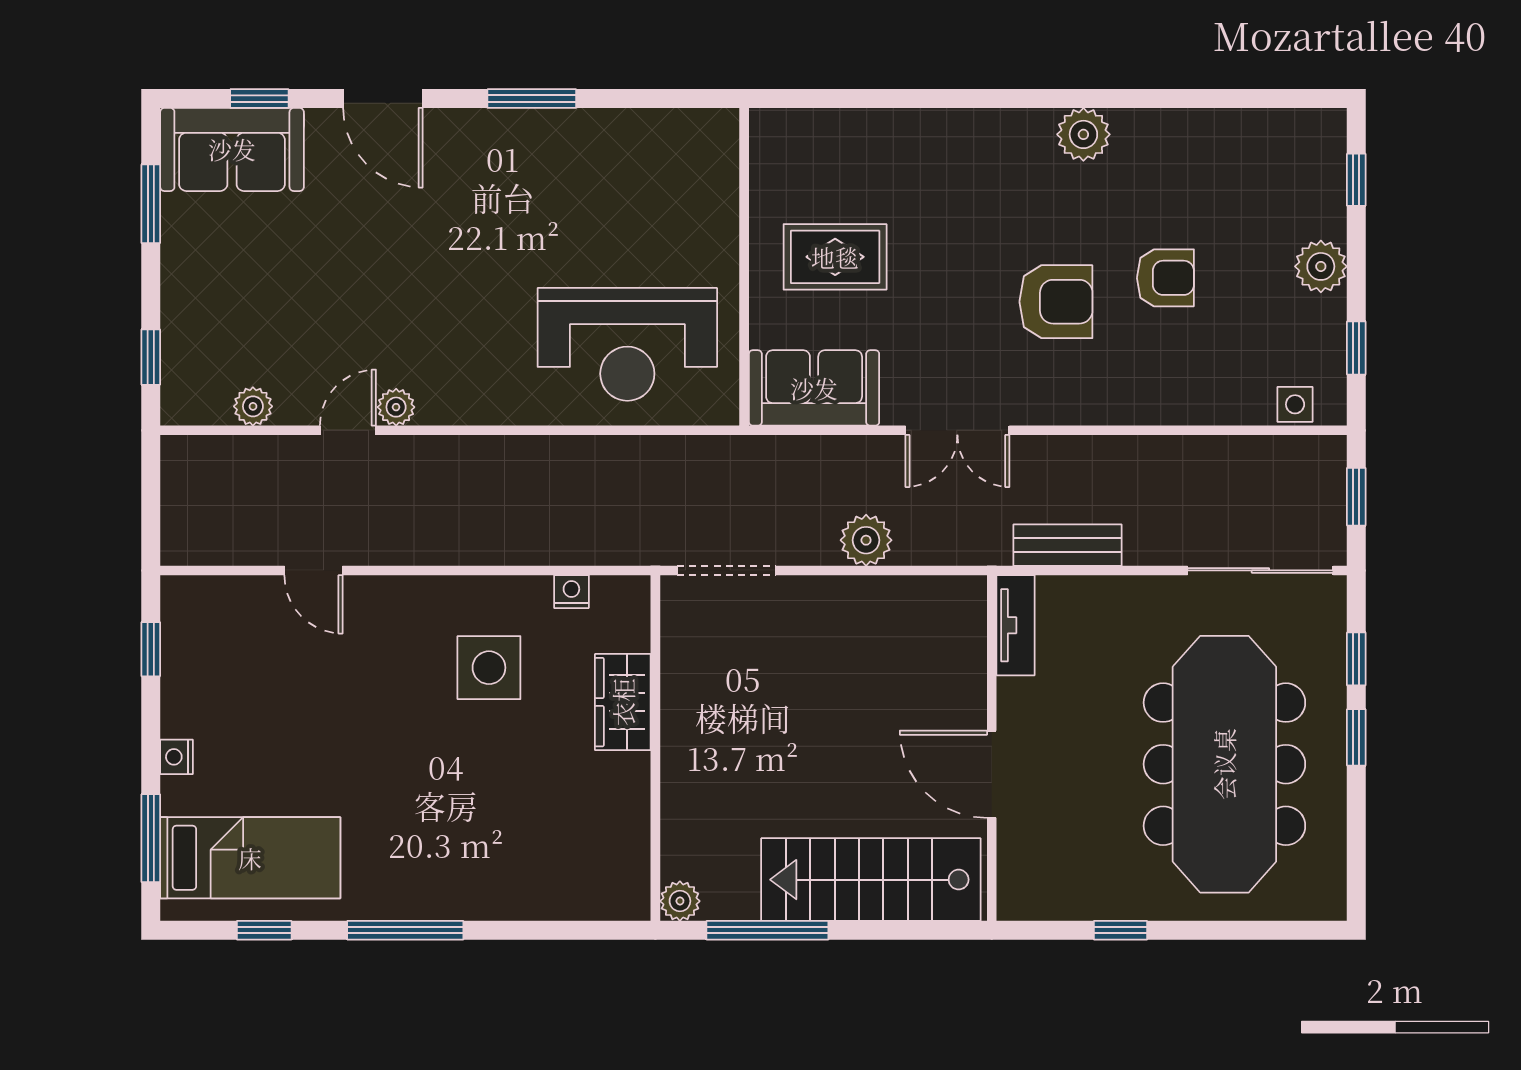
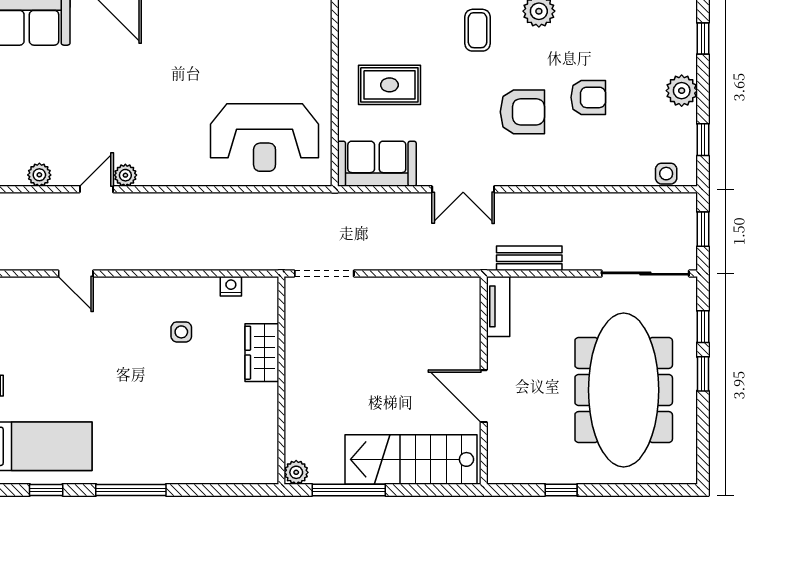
coffee table: (981, 166) -> (478, 30), added
plant: (866, 540) -> (408, 255), removed
side table: (489, 668) -> (181, 332), width x0.54, depth x0.54

